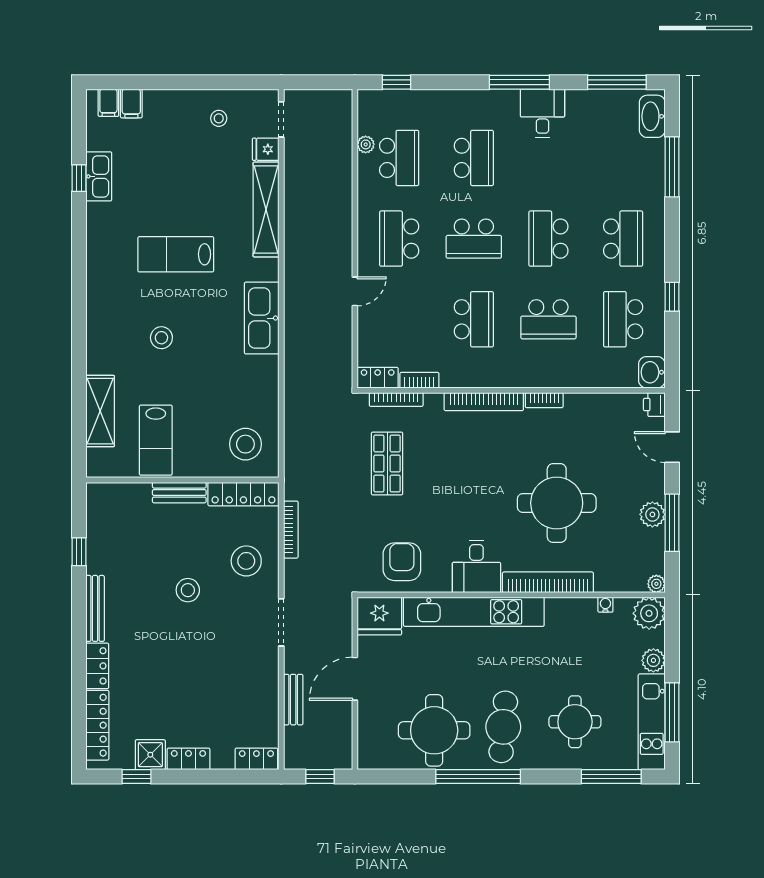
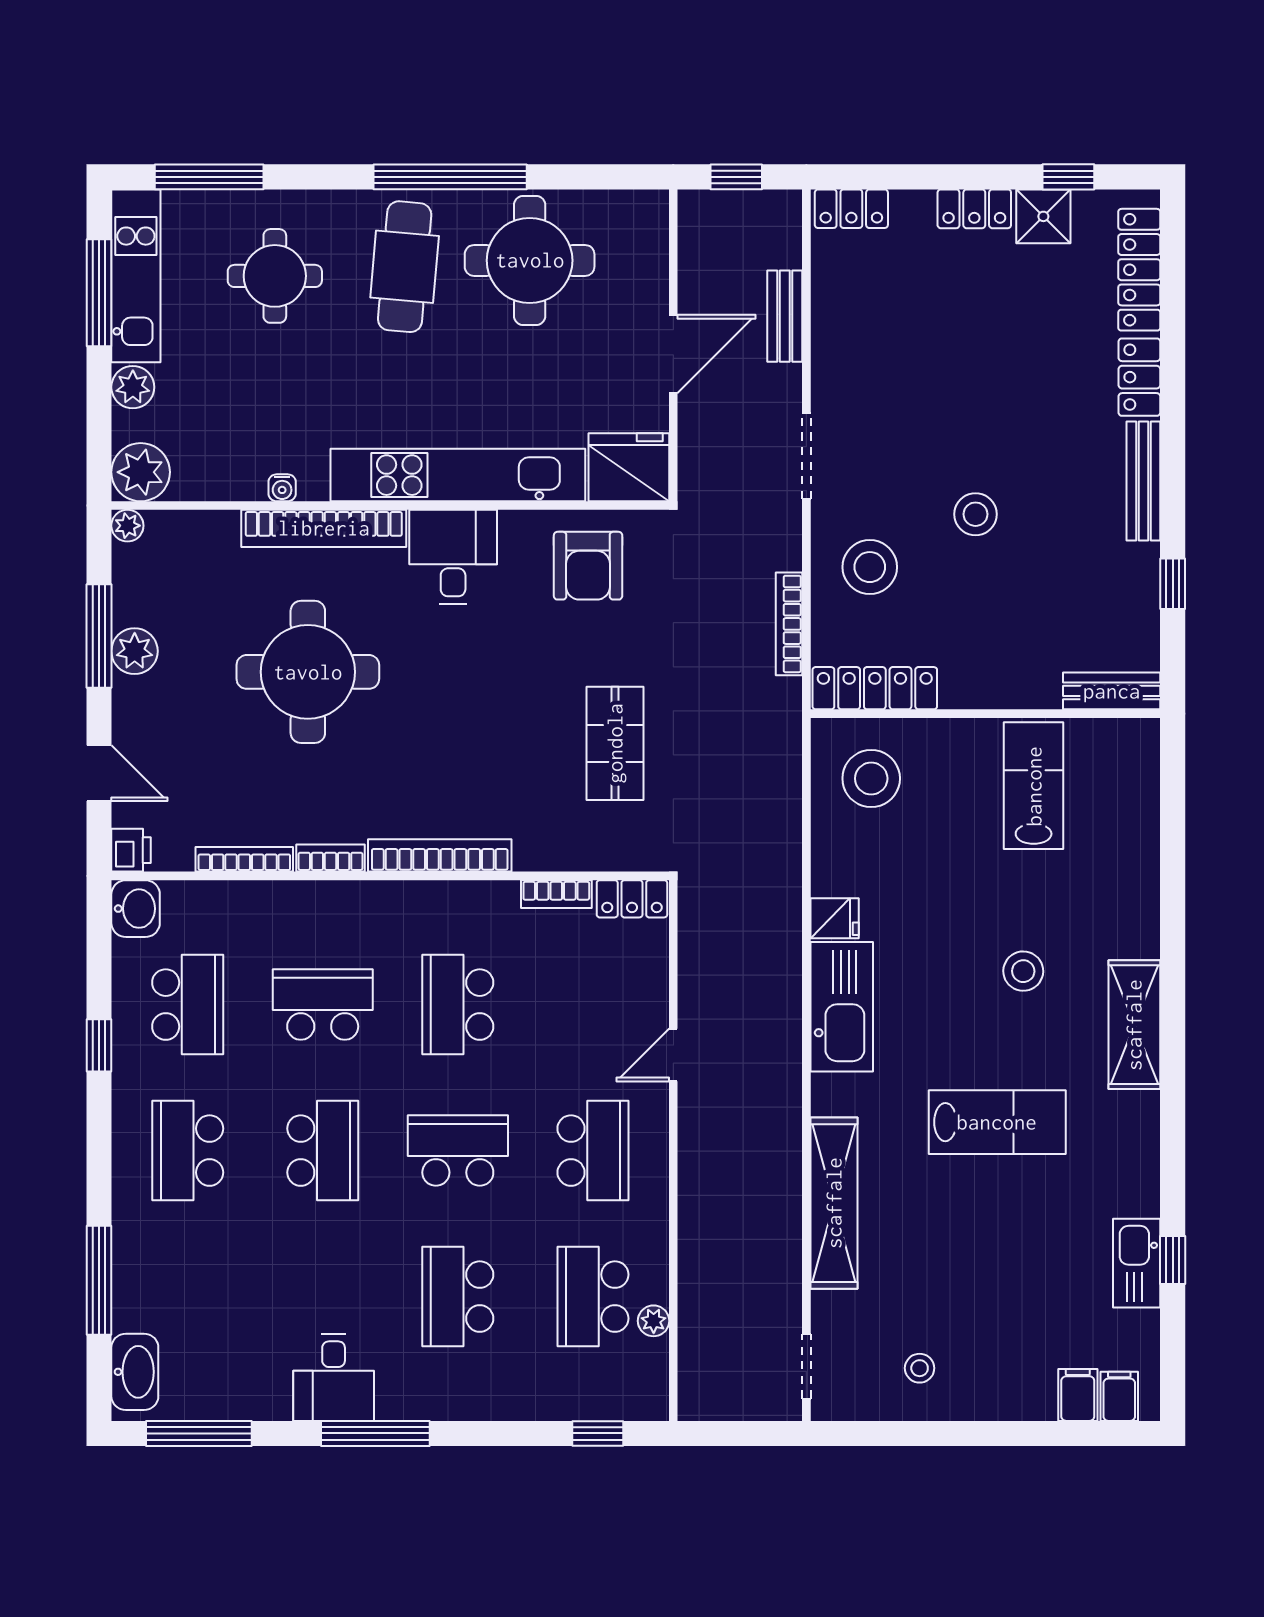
fridge: (266, 149) -> (835, 918), moved
bookcase: (396, 399) -> (244, 859), moved
shelving: (100, 411) -> (1134, 1025), moved
bench: (179, 493) -> (1112, 691), moved
water cooler: (605, 605) -> (282, 488), moved

